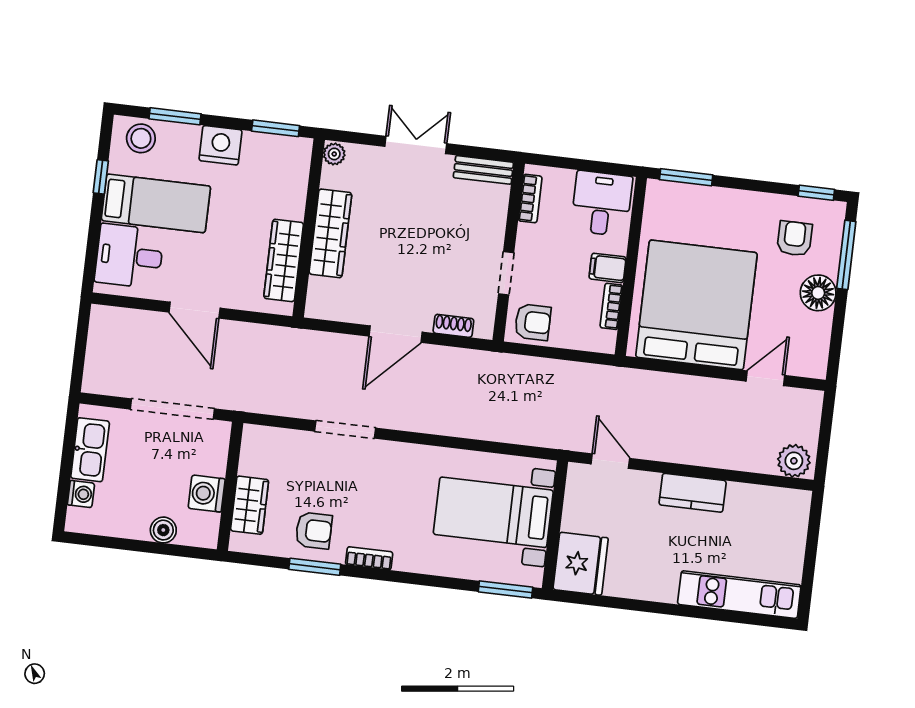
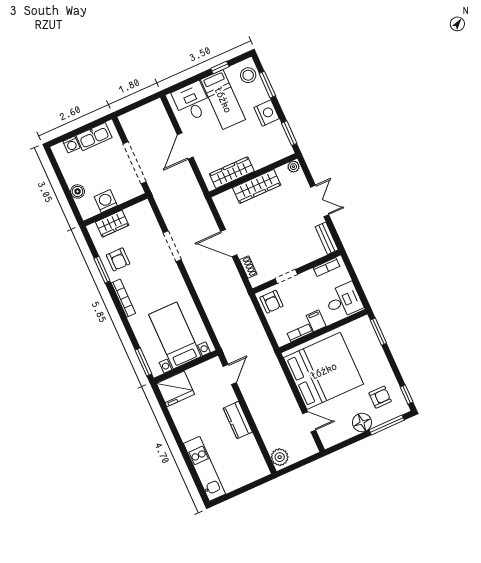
bookcase: (369, 558) -> (123, 298), width x1.56

